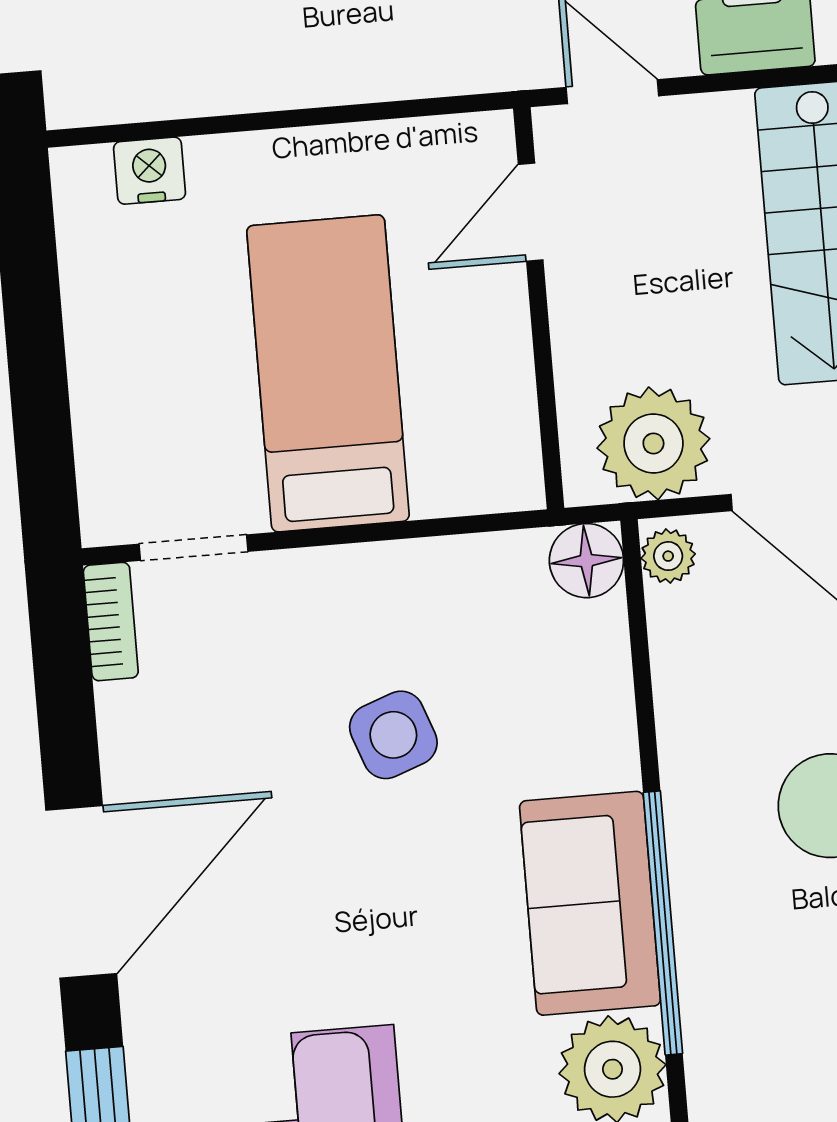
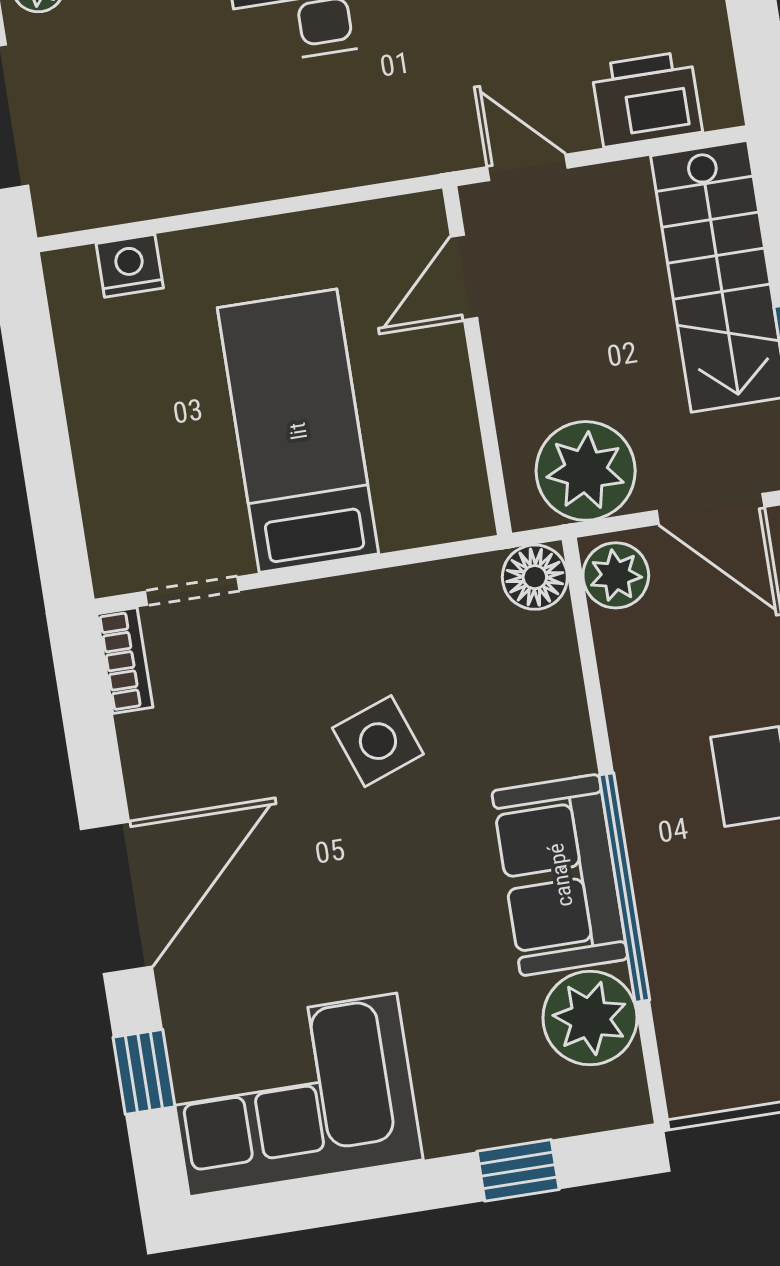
plant: (668, 556) -> (616, 575), width x1.38, depth x1.38

